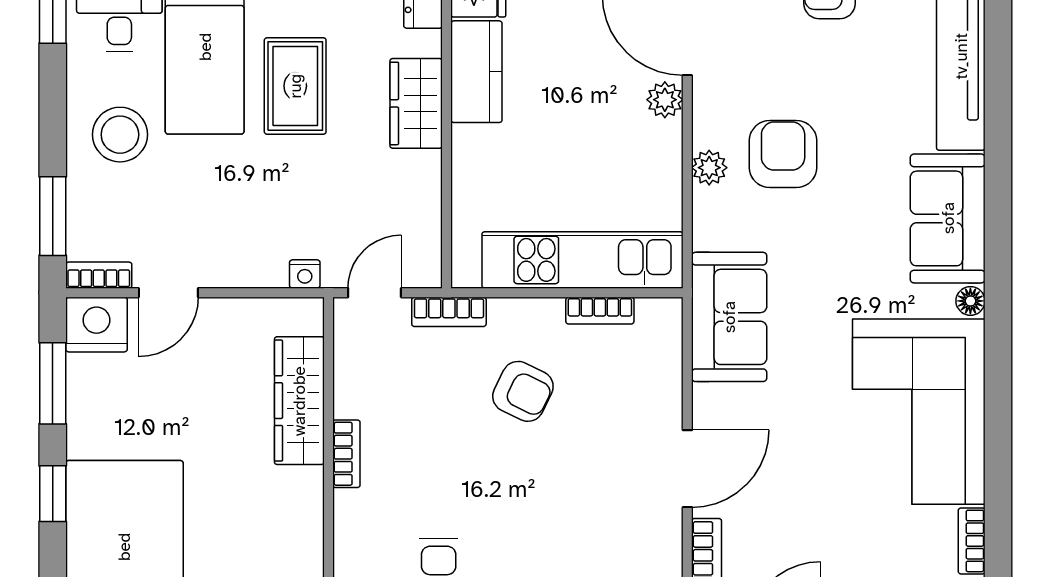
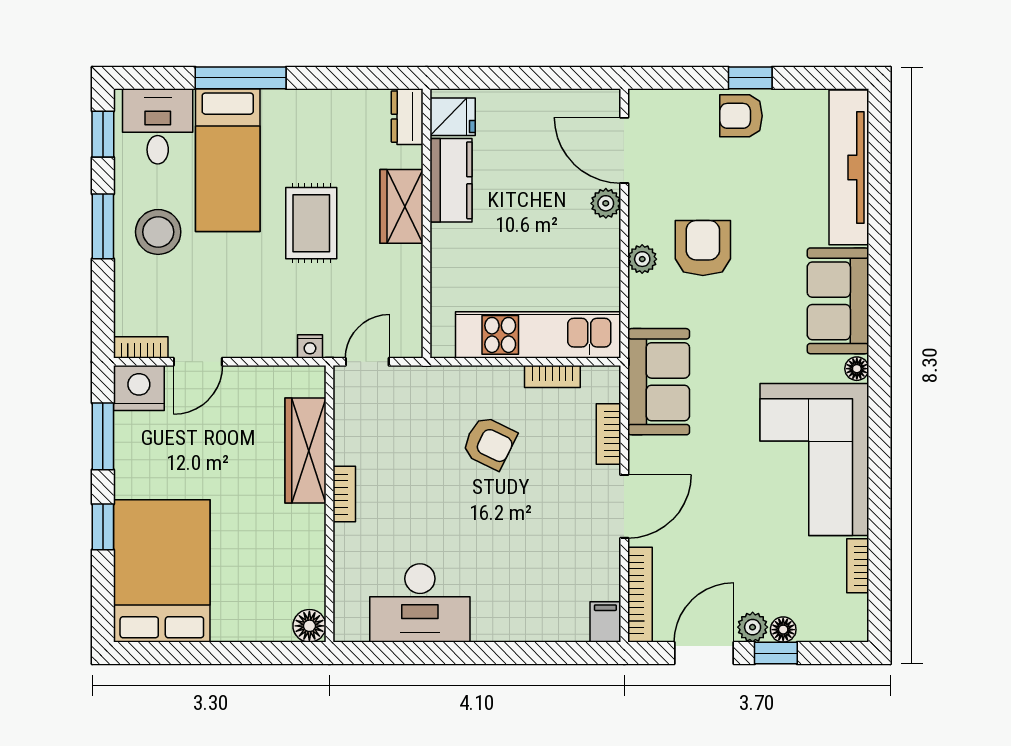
rug: (295, 86) -> (311, 223), moved
window: (53, 216) -> (103, 226), moved
bookcase: (449, 312) -> (608, 434), moved, turned 90

